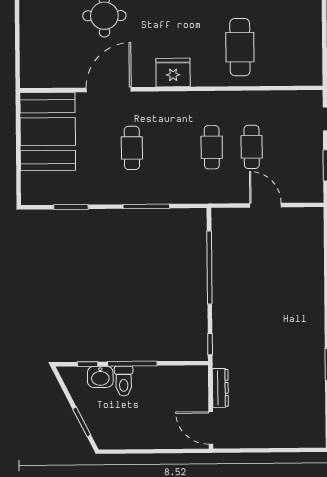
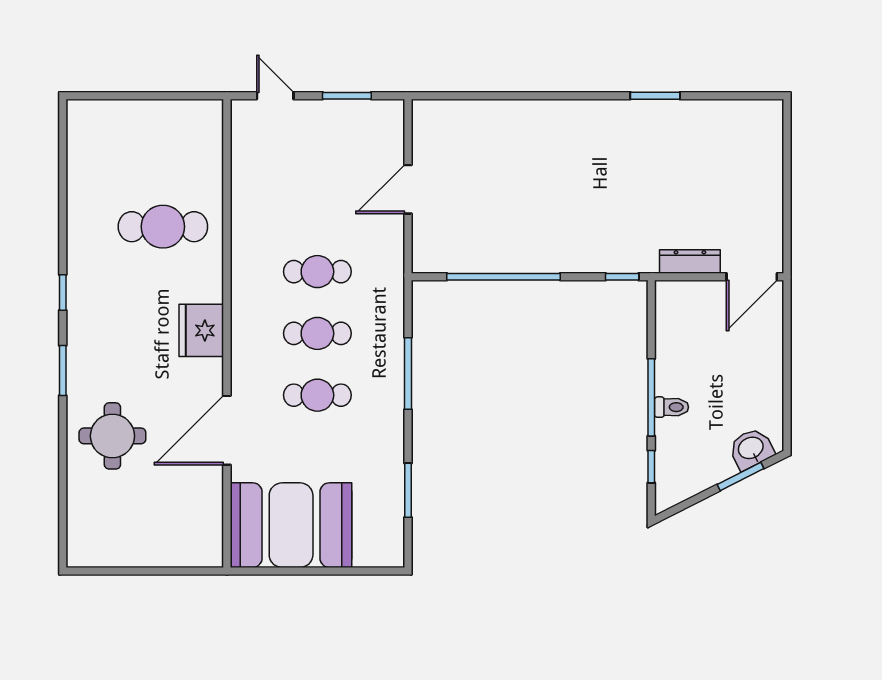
door: (109, 90) -> (227, 430), hinge flipped
cafe table: (252, 147) -> (317, 333), moved
washbasin: (100, 377) -> (751, 449), moved, turned -117
toilet: (124, 381) -> (672, 407), width x0.73, depth x0.72

